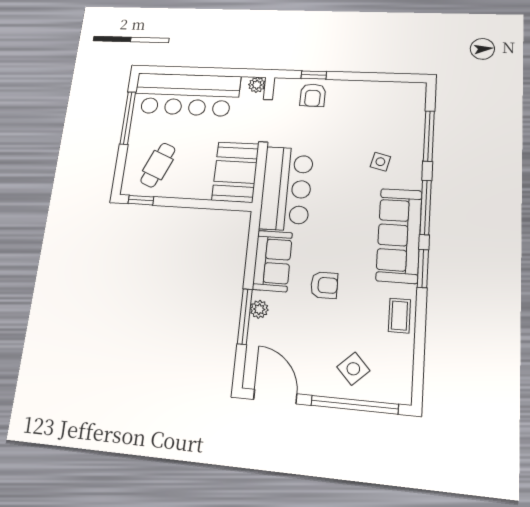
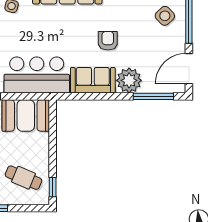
plant: (259, 309) -> (129, 80), width x1.88, depth x1.88
window: (245, 317) -> (153, 96), moved

